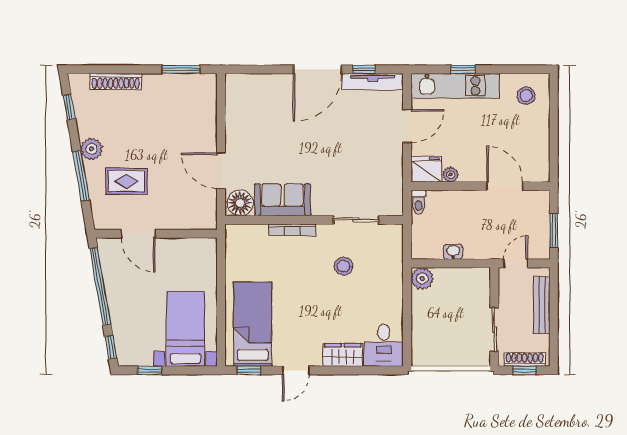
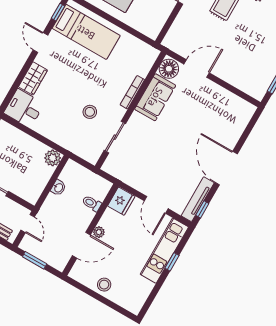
window: (364, 69) -> (202, 209), moved
stool: (526, 96) -> (104, 285), moved
plant: (451, 175) -> (99, 232), moved
toilet: (419, 202) -> (92, 203), moved

